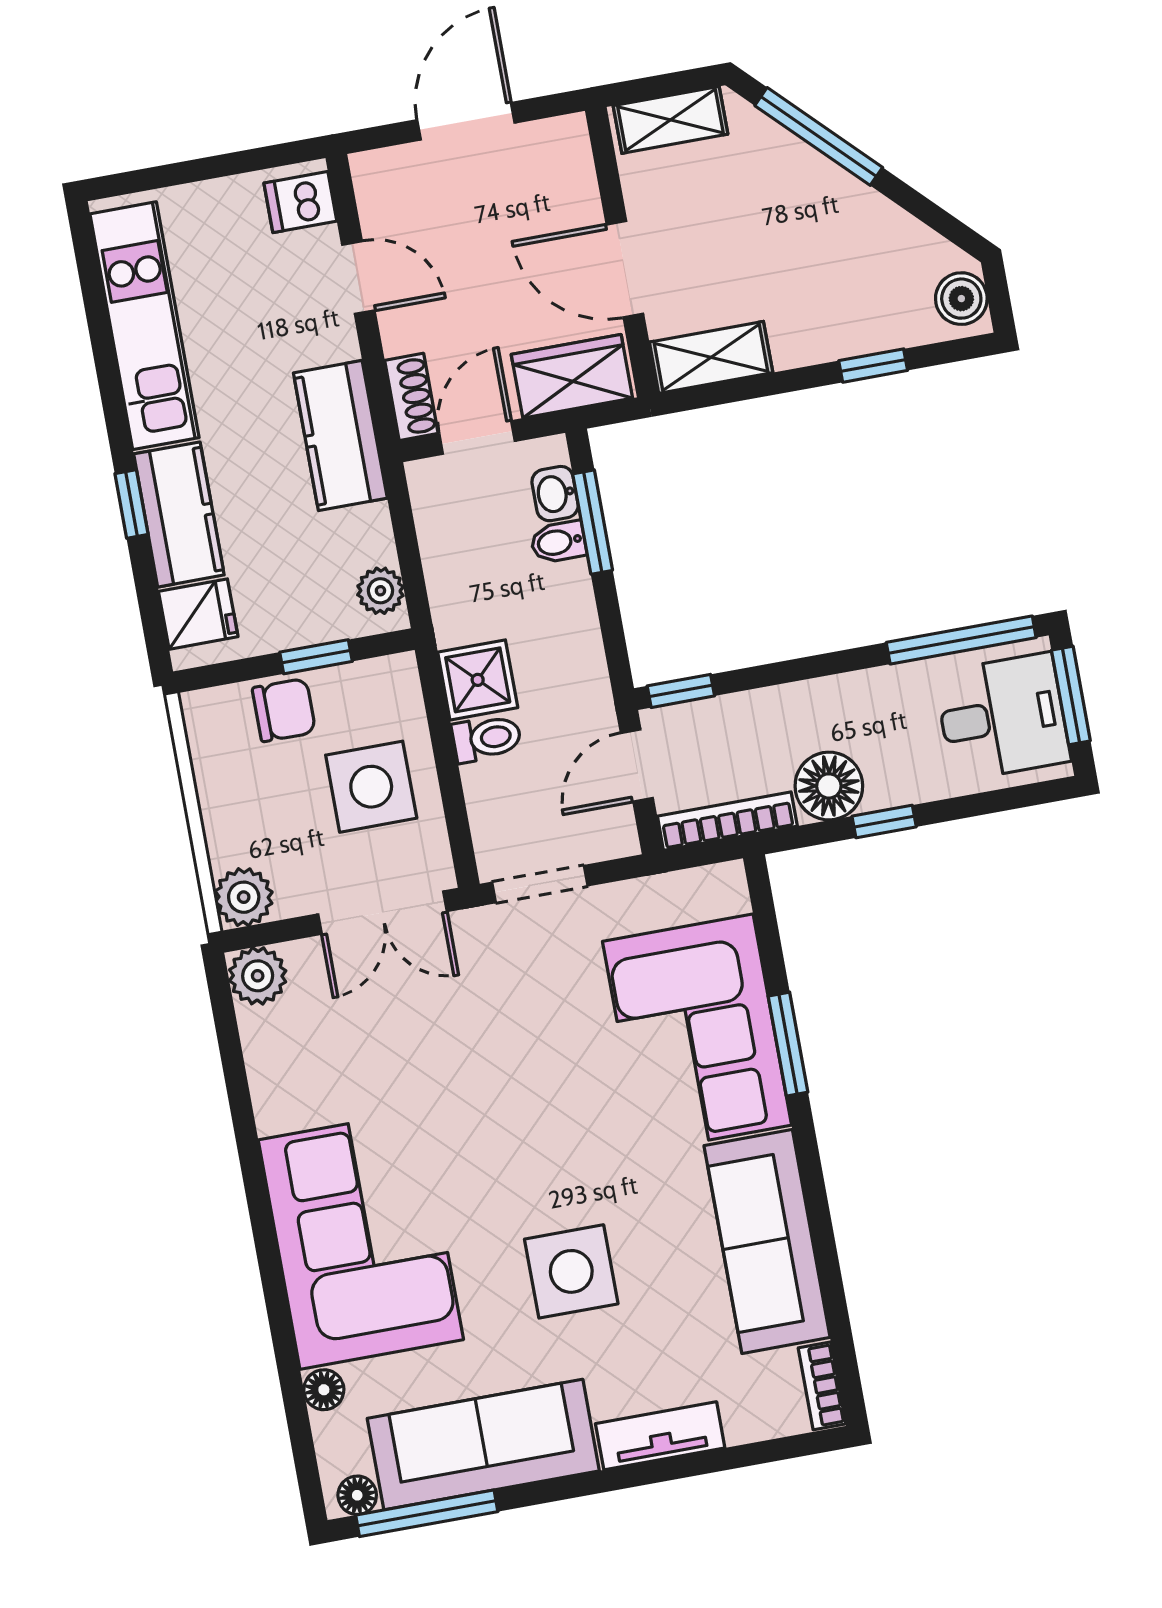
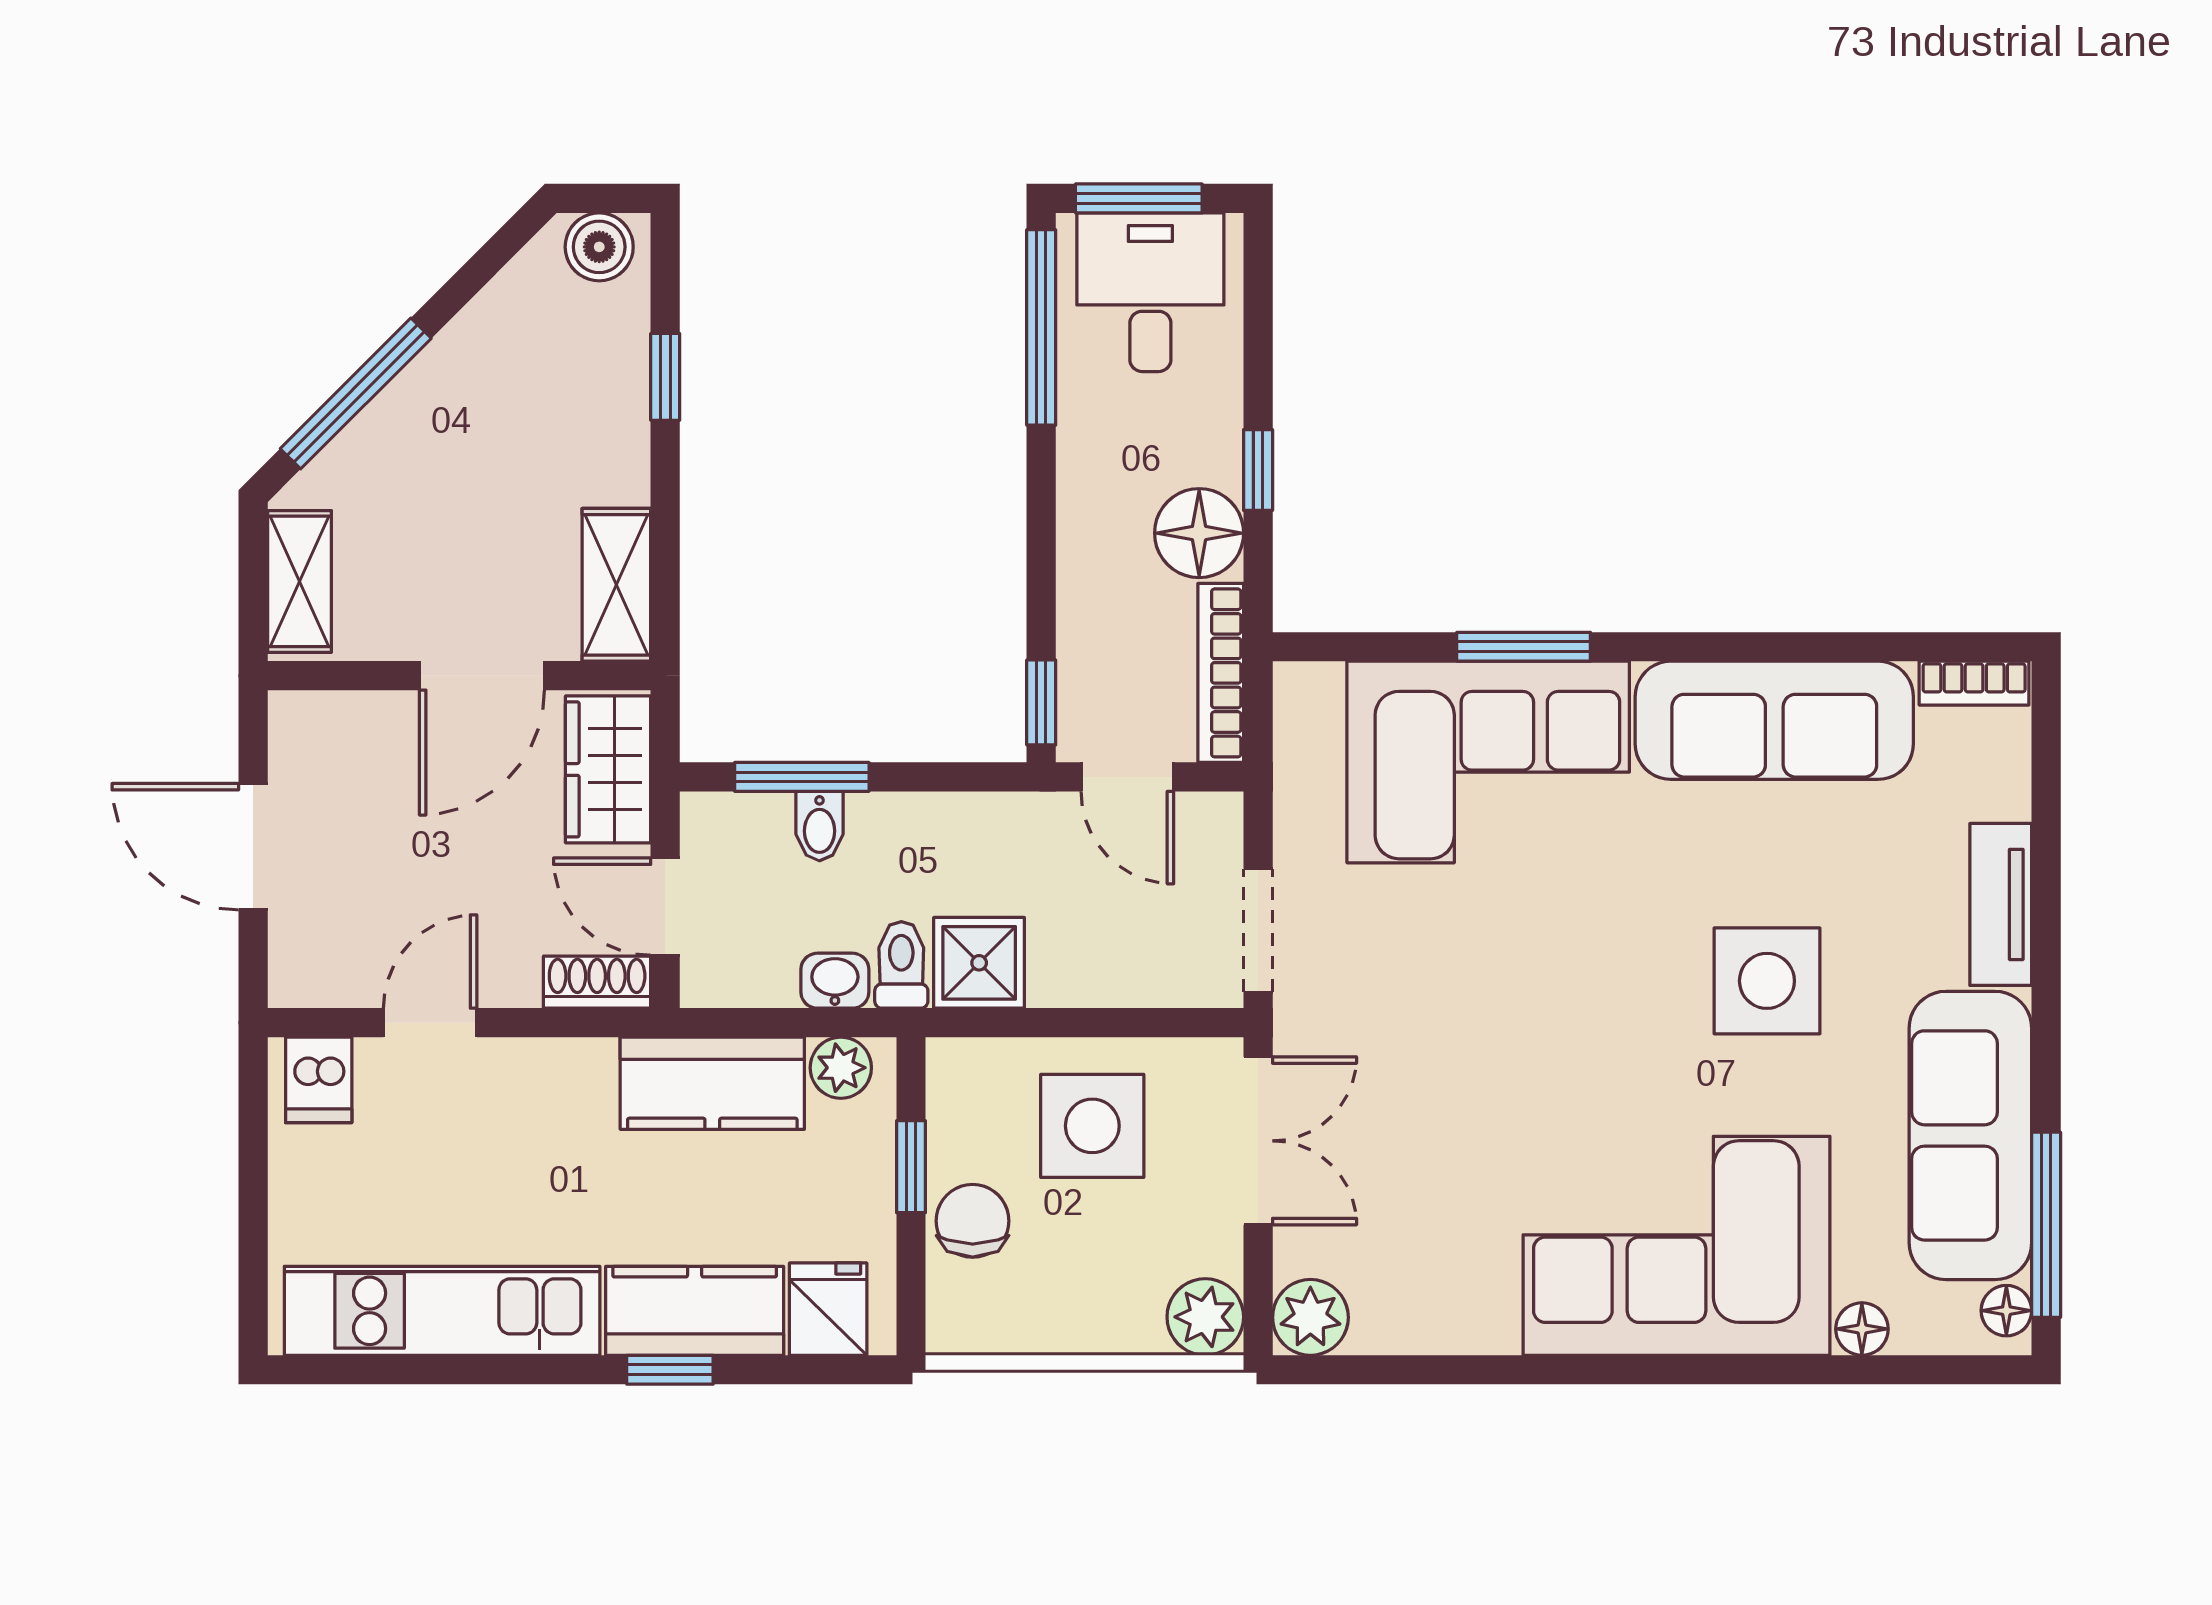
kitchen counter: (340, 436) -> (712, 1083), moved
washbasin: (555, 494) -> (835, 981), moved, turned 180
toilet: (487, 738) -> (901, 965), moved

